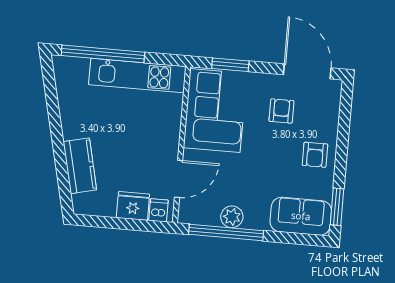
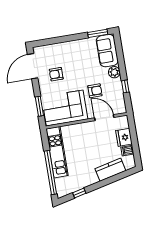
window: (52, 97) -> (79, 193), added
armchair: (315, 155) -> (95, 91), moved
dishwasher: (159, 210) -> (127, 151), moved
plant: (232, 217) -> (114, 72), moved
window: (226, 233) -> (125, 86), width x0.32

